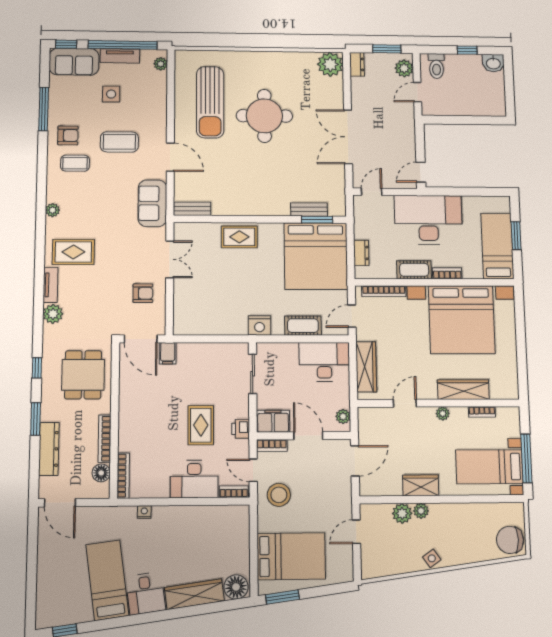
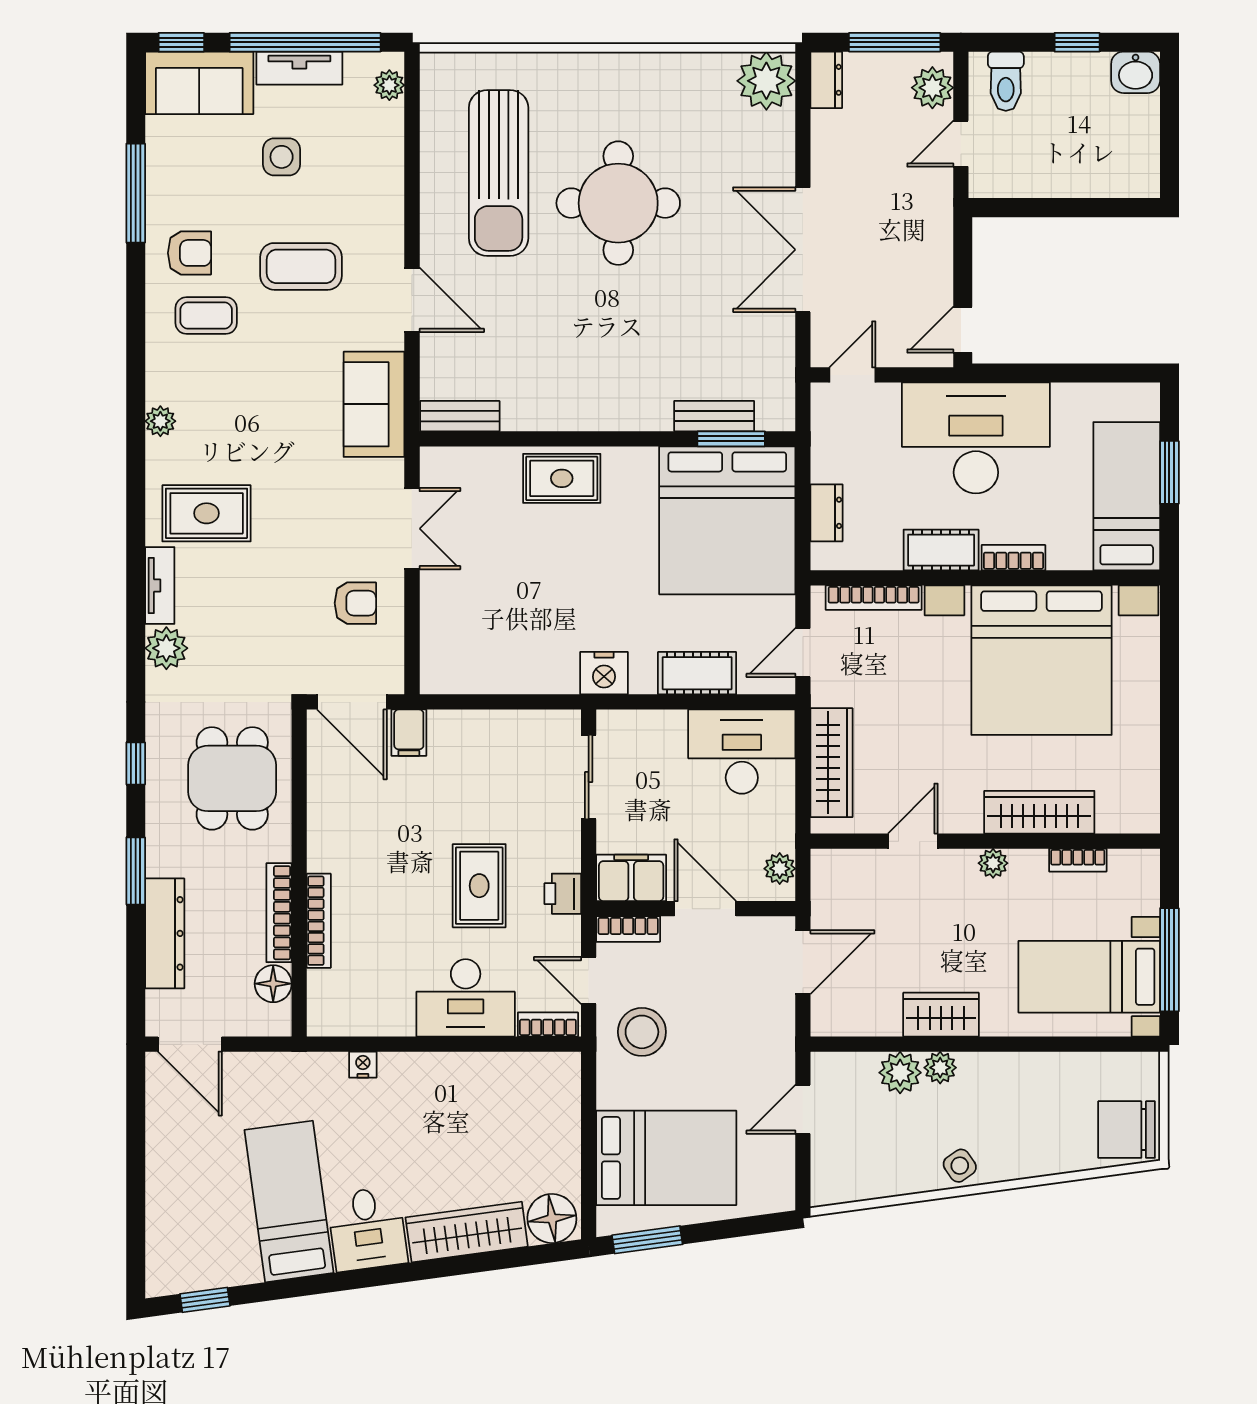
window: (387, 49) -> (895, 42), width x1.44
bookcase: (123, 476) -> (319, 921), moved

